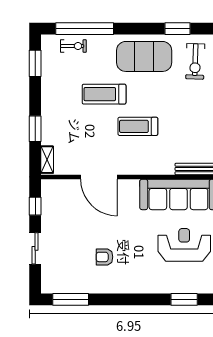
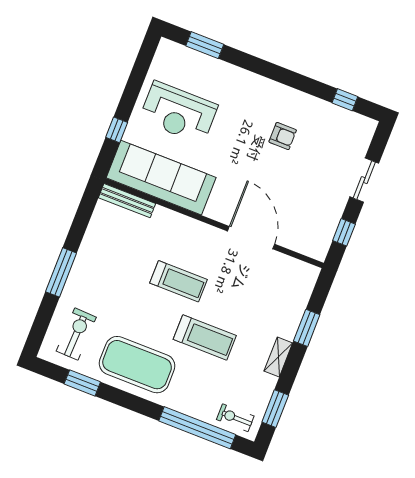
exercise bike: (73, 46) -> (235, 418), moved
shelving: (47, 160) -> (278, 357), moved
window: (71, 299) -> (345, 100), width x0.46

